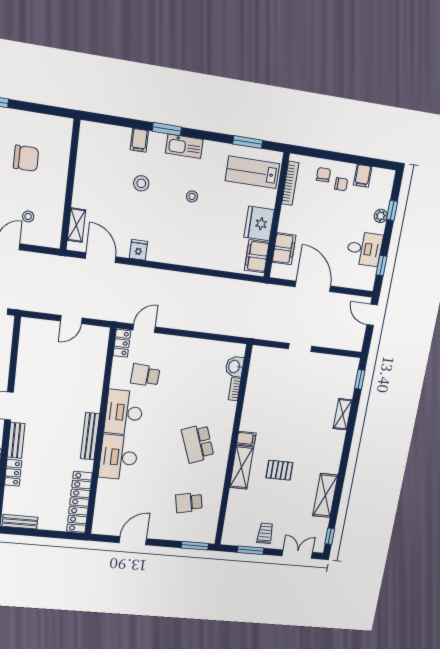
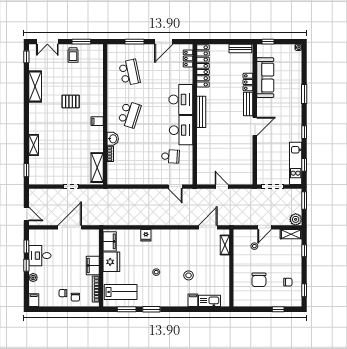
window: (167, 129) -> (151, 309), moved
kitchen sink: (184, 146) -> (209, 301), moved
chair: (26, 158) -> (259, 280), turned -90
filing cabinet: (363, 176) -> (34, 300), moved
window: (392, 210) -> (26, 265), moved
filing cabinet: (284, 249) -> (93, 265), moved
fridge: (138, 250) -> (146, 235), moved
door: (101, 258) -> (208, 227), swing flipped
door: (313, 286) -> (70, 227), swing flipped
door: (71, 320) -> (222, 187), hinge flipped
door: (144, 328) -> (175, 187), hinge flipped
locker: (122, 343) -> (188, 58), moved
washbasin: (235, 367) -> (113, 139), moved
school desk: (198, 443) -> (129, 114), turned 39
shelving: (242, 467) -> (97, 168), moved
school desk: (189, 503) -> (129, 72), width x1.85
window: (195, 546) -> (135, 42), moved

